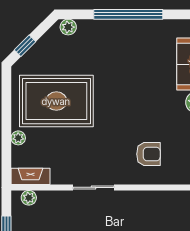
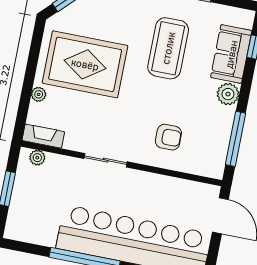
coffee table: (132, 70) -> (168, 48), added

